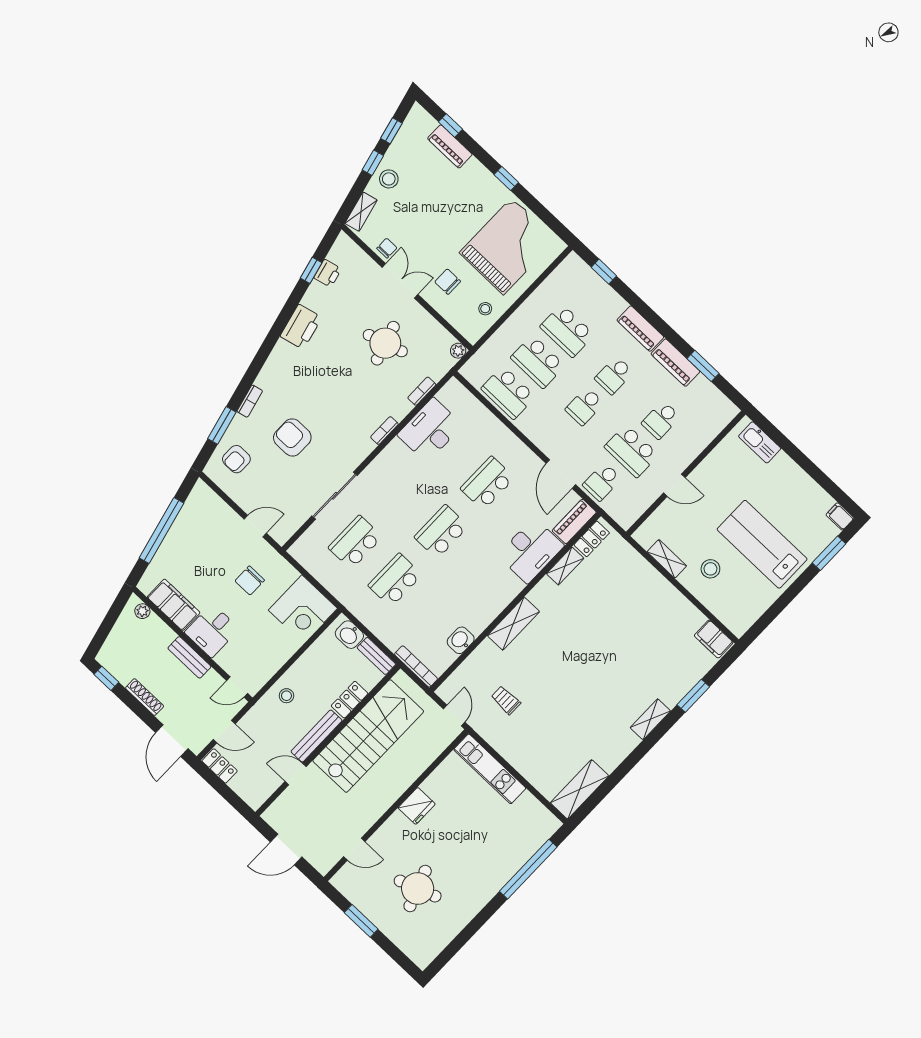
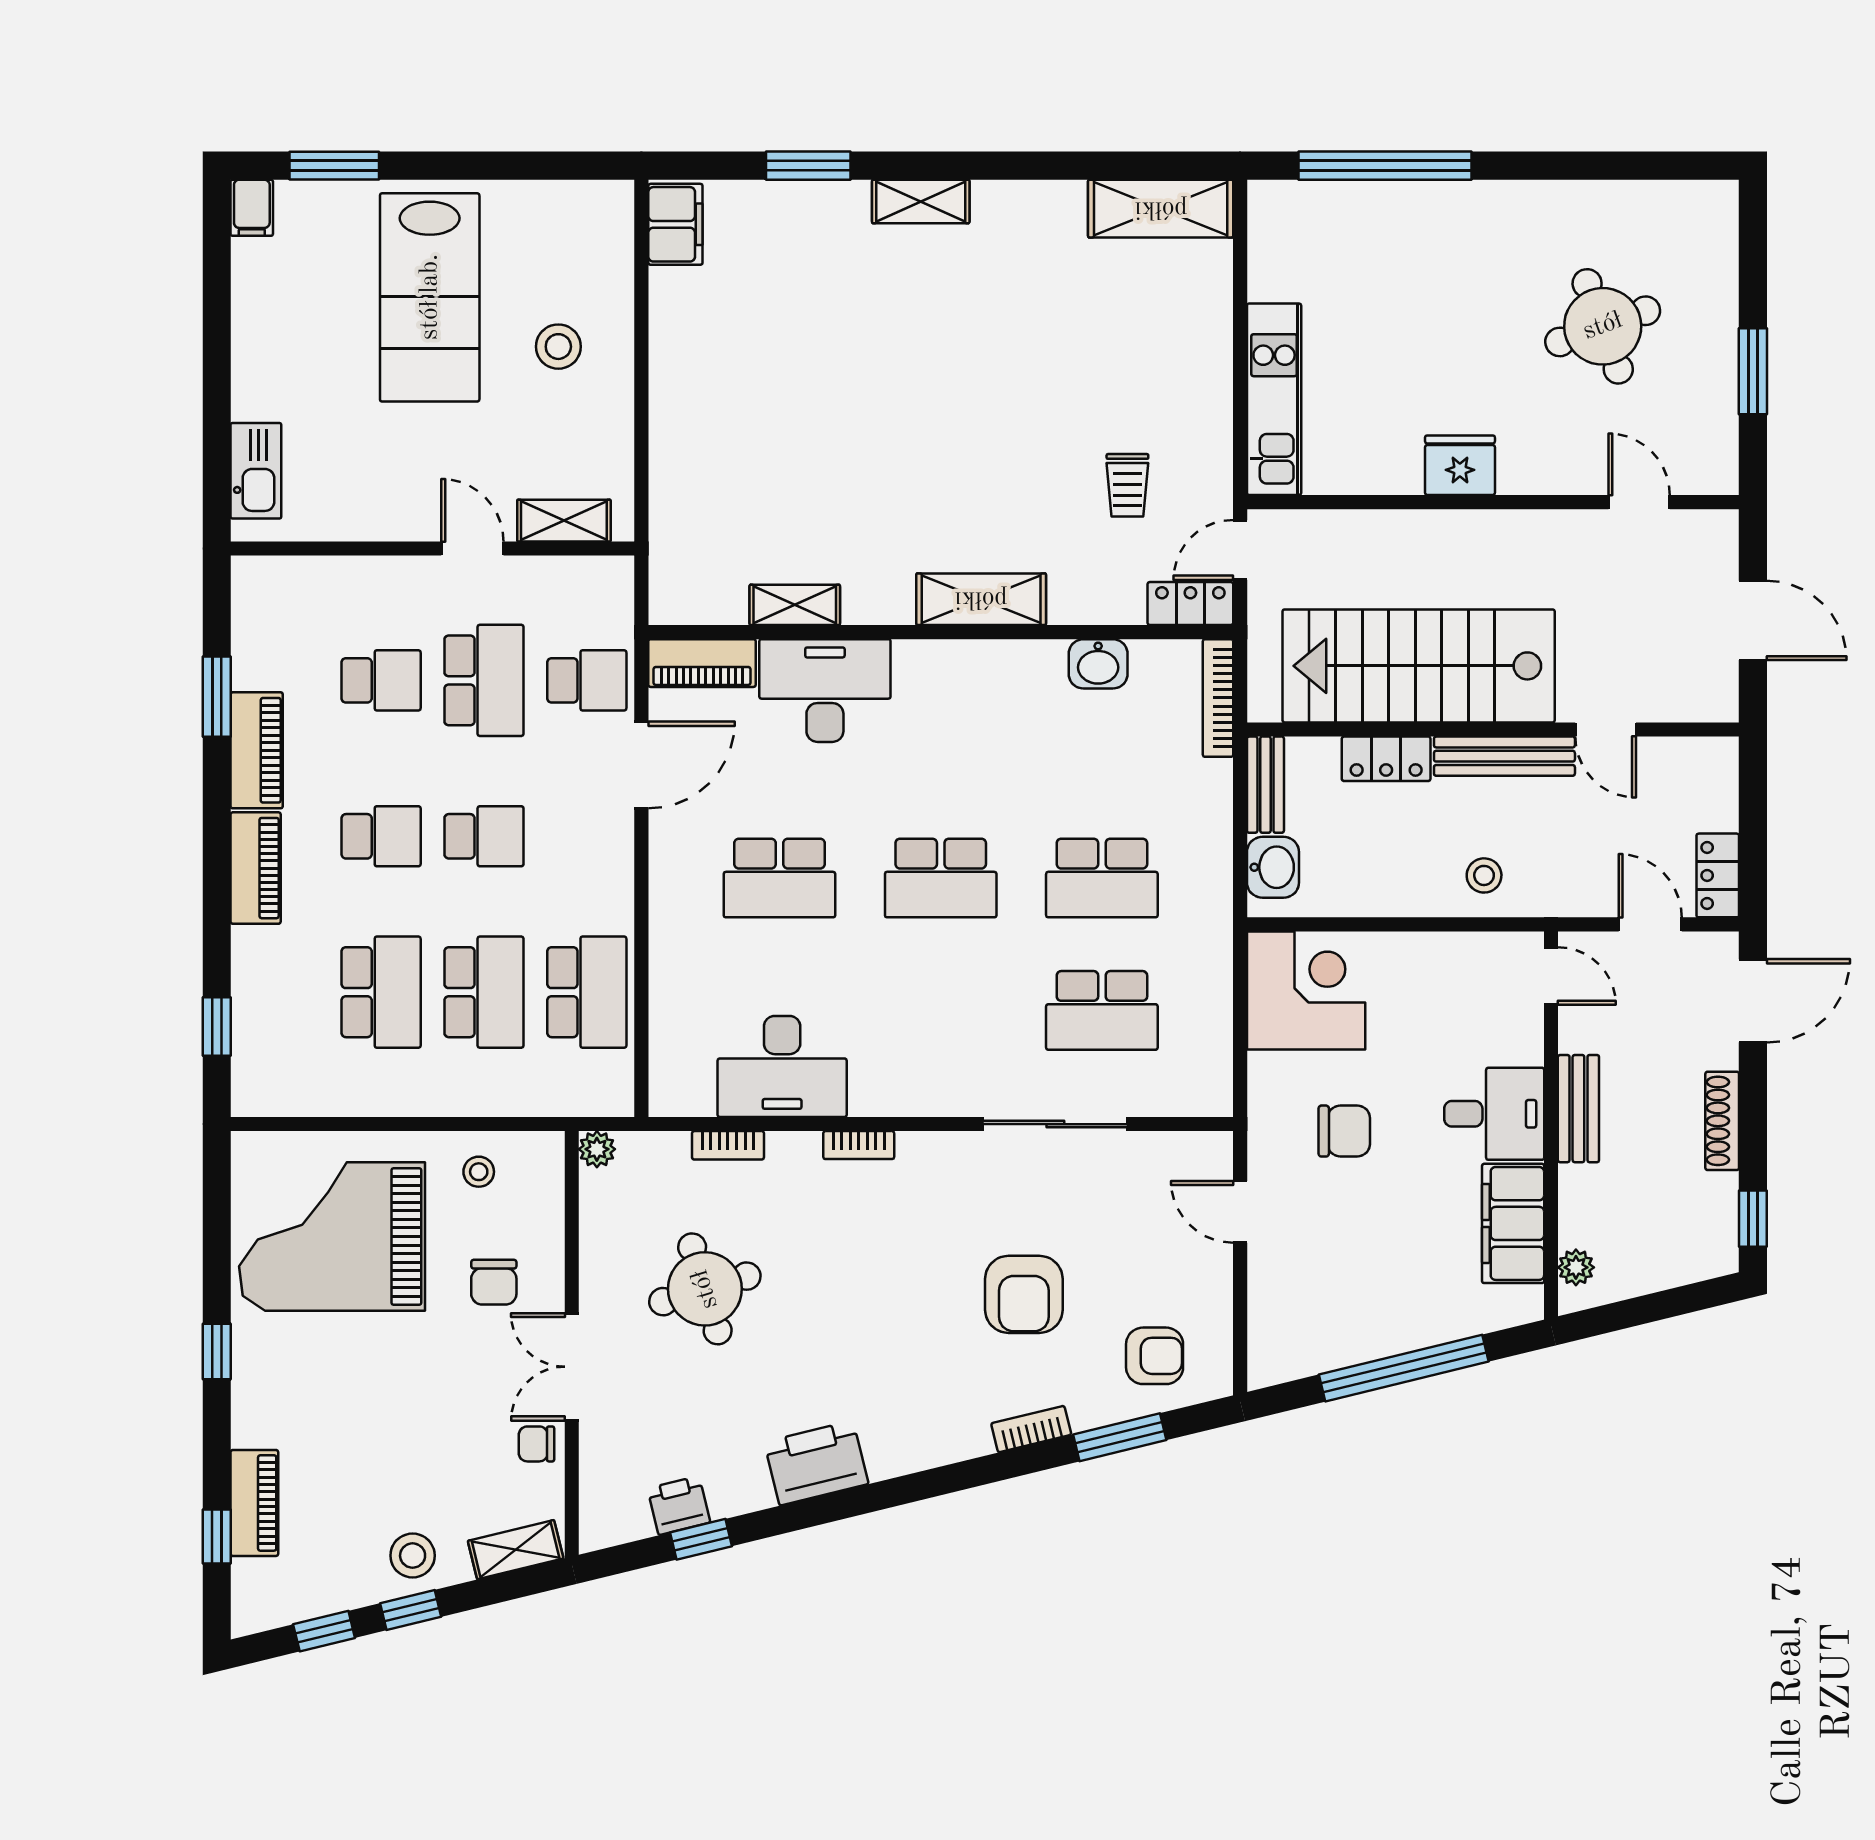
locker: (592, 539) -> (1190, 604), moved
shelving: (667, 559) -> (564, 521), moved, turned 90

